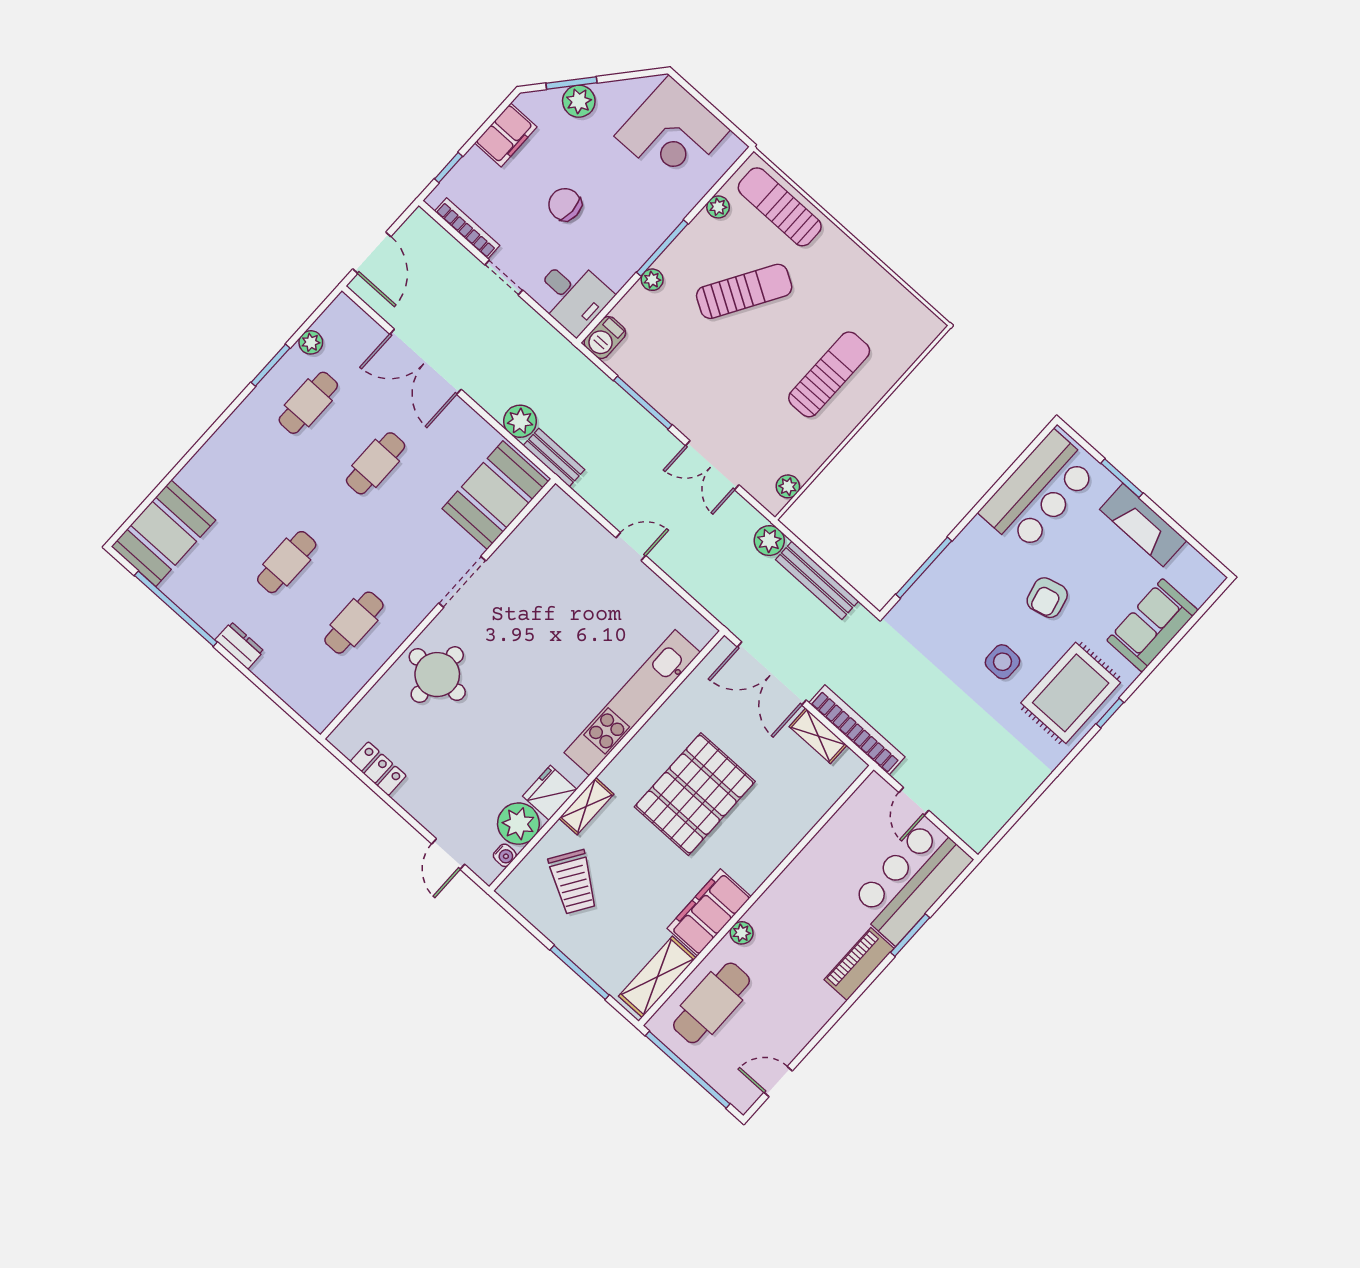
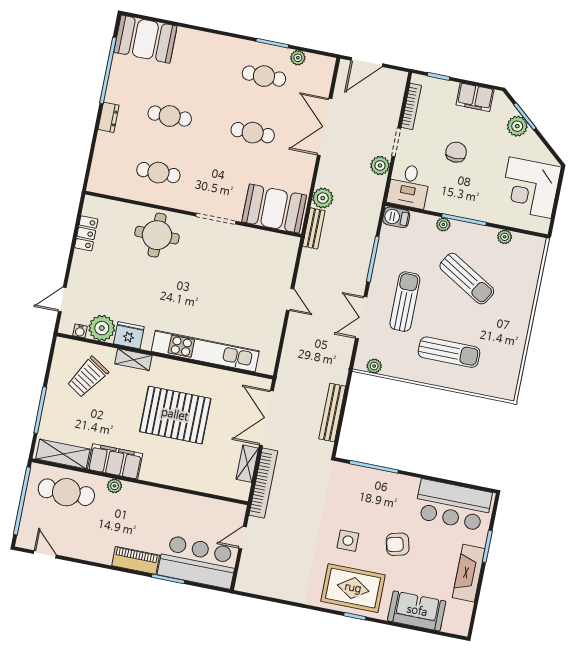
sun lounger: (780, 207) -> (405, 302), moved
plant: (769, 541) -> (380, 166), moved

